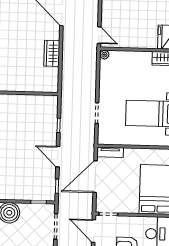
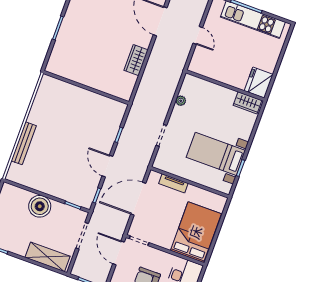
door: (99, 35) -> (198, 35), moved
plant: (104, 55) -> (181, 101), moved
tv unit: (110, 152) -> (173, 183), moved

